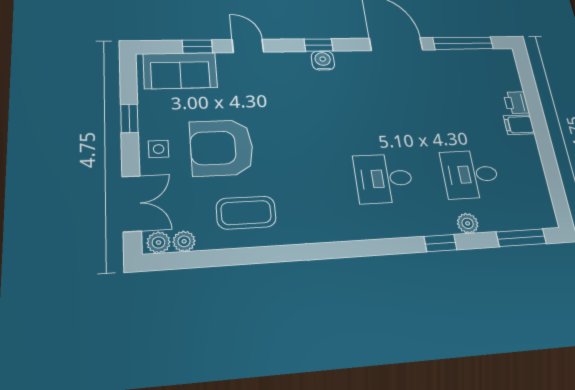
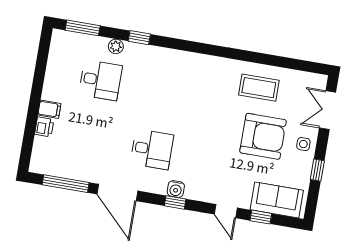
desk: (384, 179) -> (152, 149), moved
plant: (184, 241) -> (301, 78), removed
plant: (159, 242) -> (317, 81), removed

